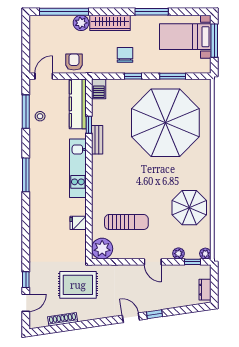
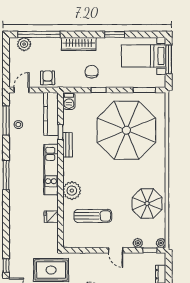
window: (152, 12) -> (115, 34), width x0.69
plant: (81, 23) -> (24, 44), moved
window: (173, 76) -> (144, 90), moved
plant: (102, 249) -> (72, 191), moved

